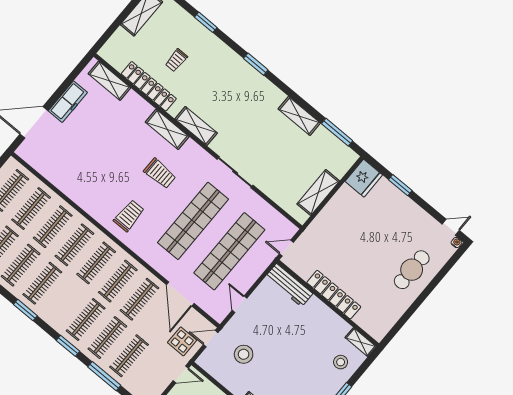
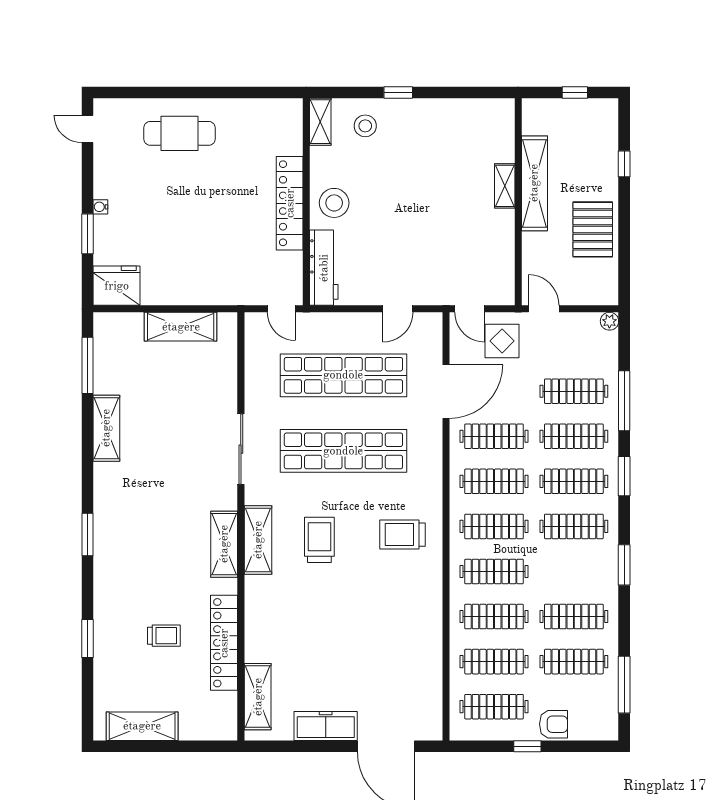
shelving: (167, 129) -> (258, 540), moved
water cooler: (456, 243) -> (100, 207), moved
clothes rail: (42, 283) -> (574, 526), moved
stool: (244, 354) -> (334, 203), moved

